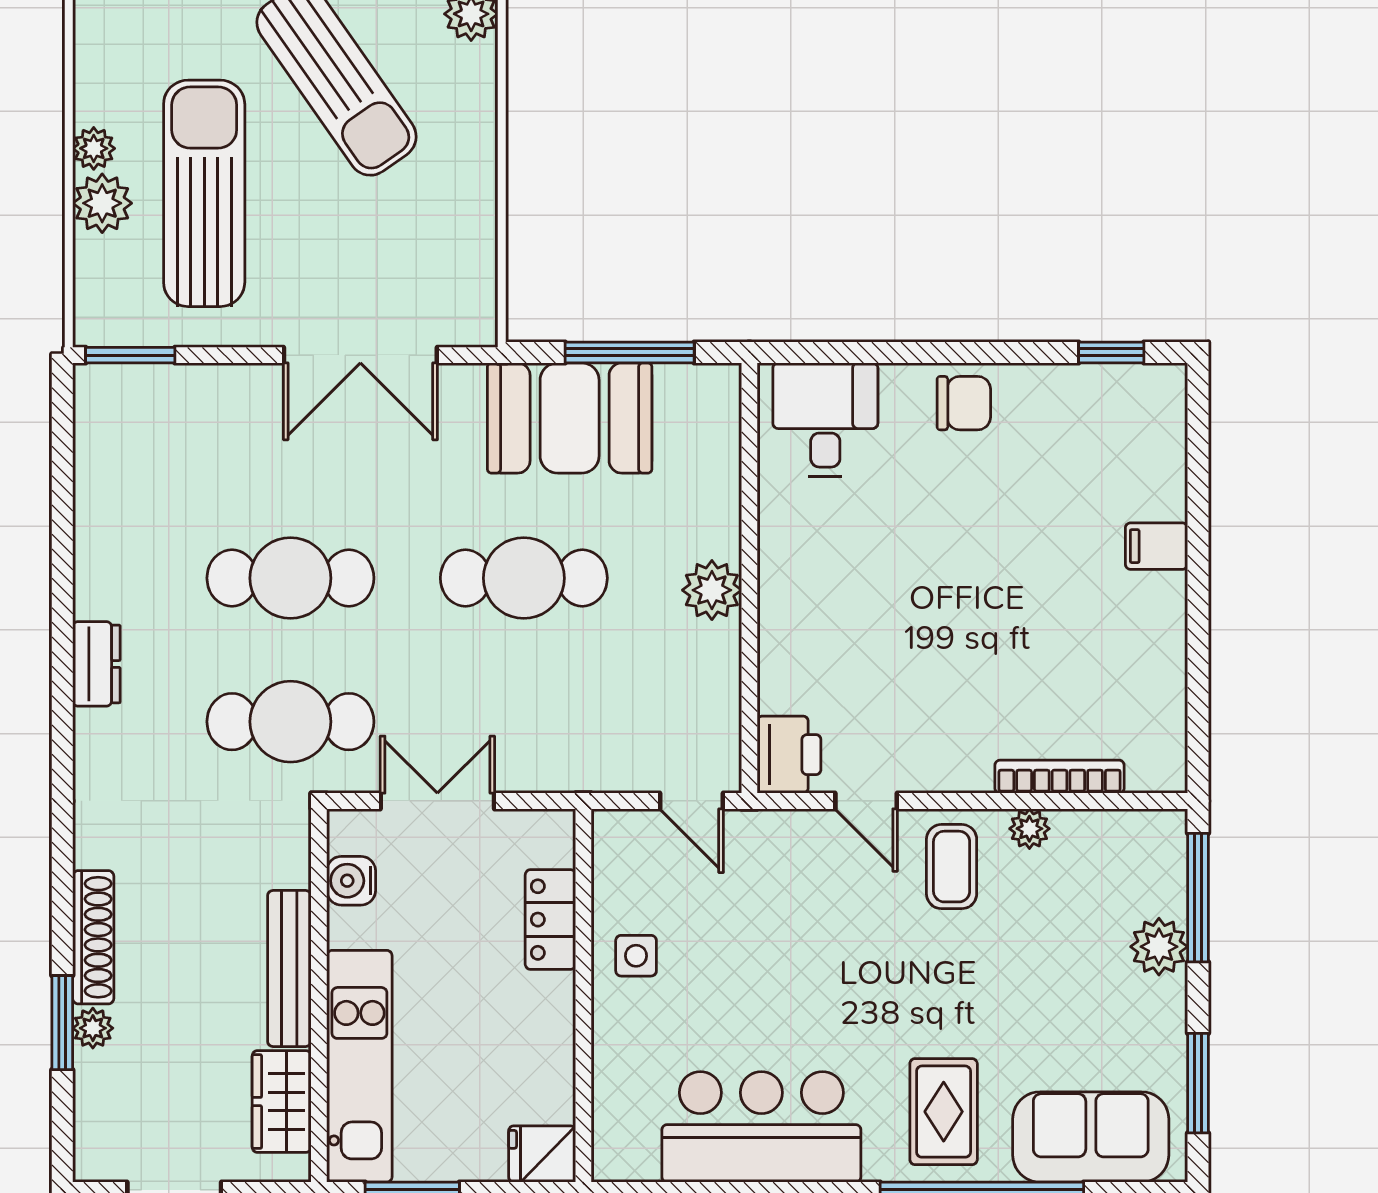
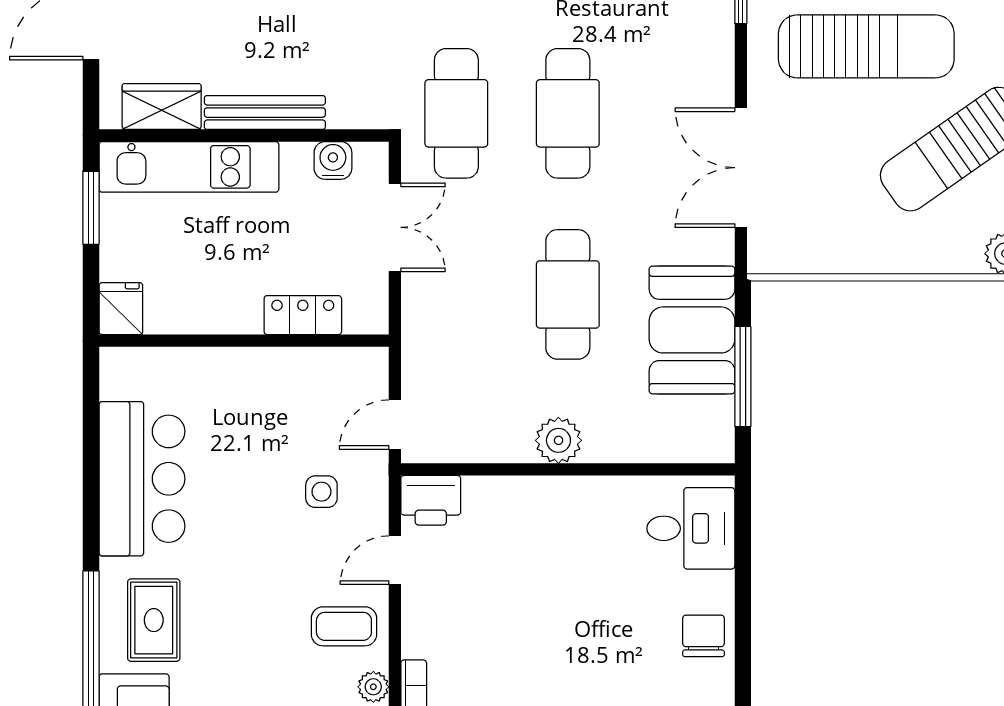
chair: (964, 403) -> (704, 636), turned 180
side table: (636, 956) -> (321, 492), moved
rug: (944, 1112) -> (154, 620), turned 90

